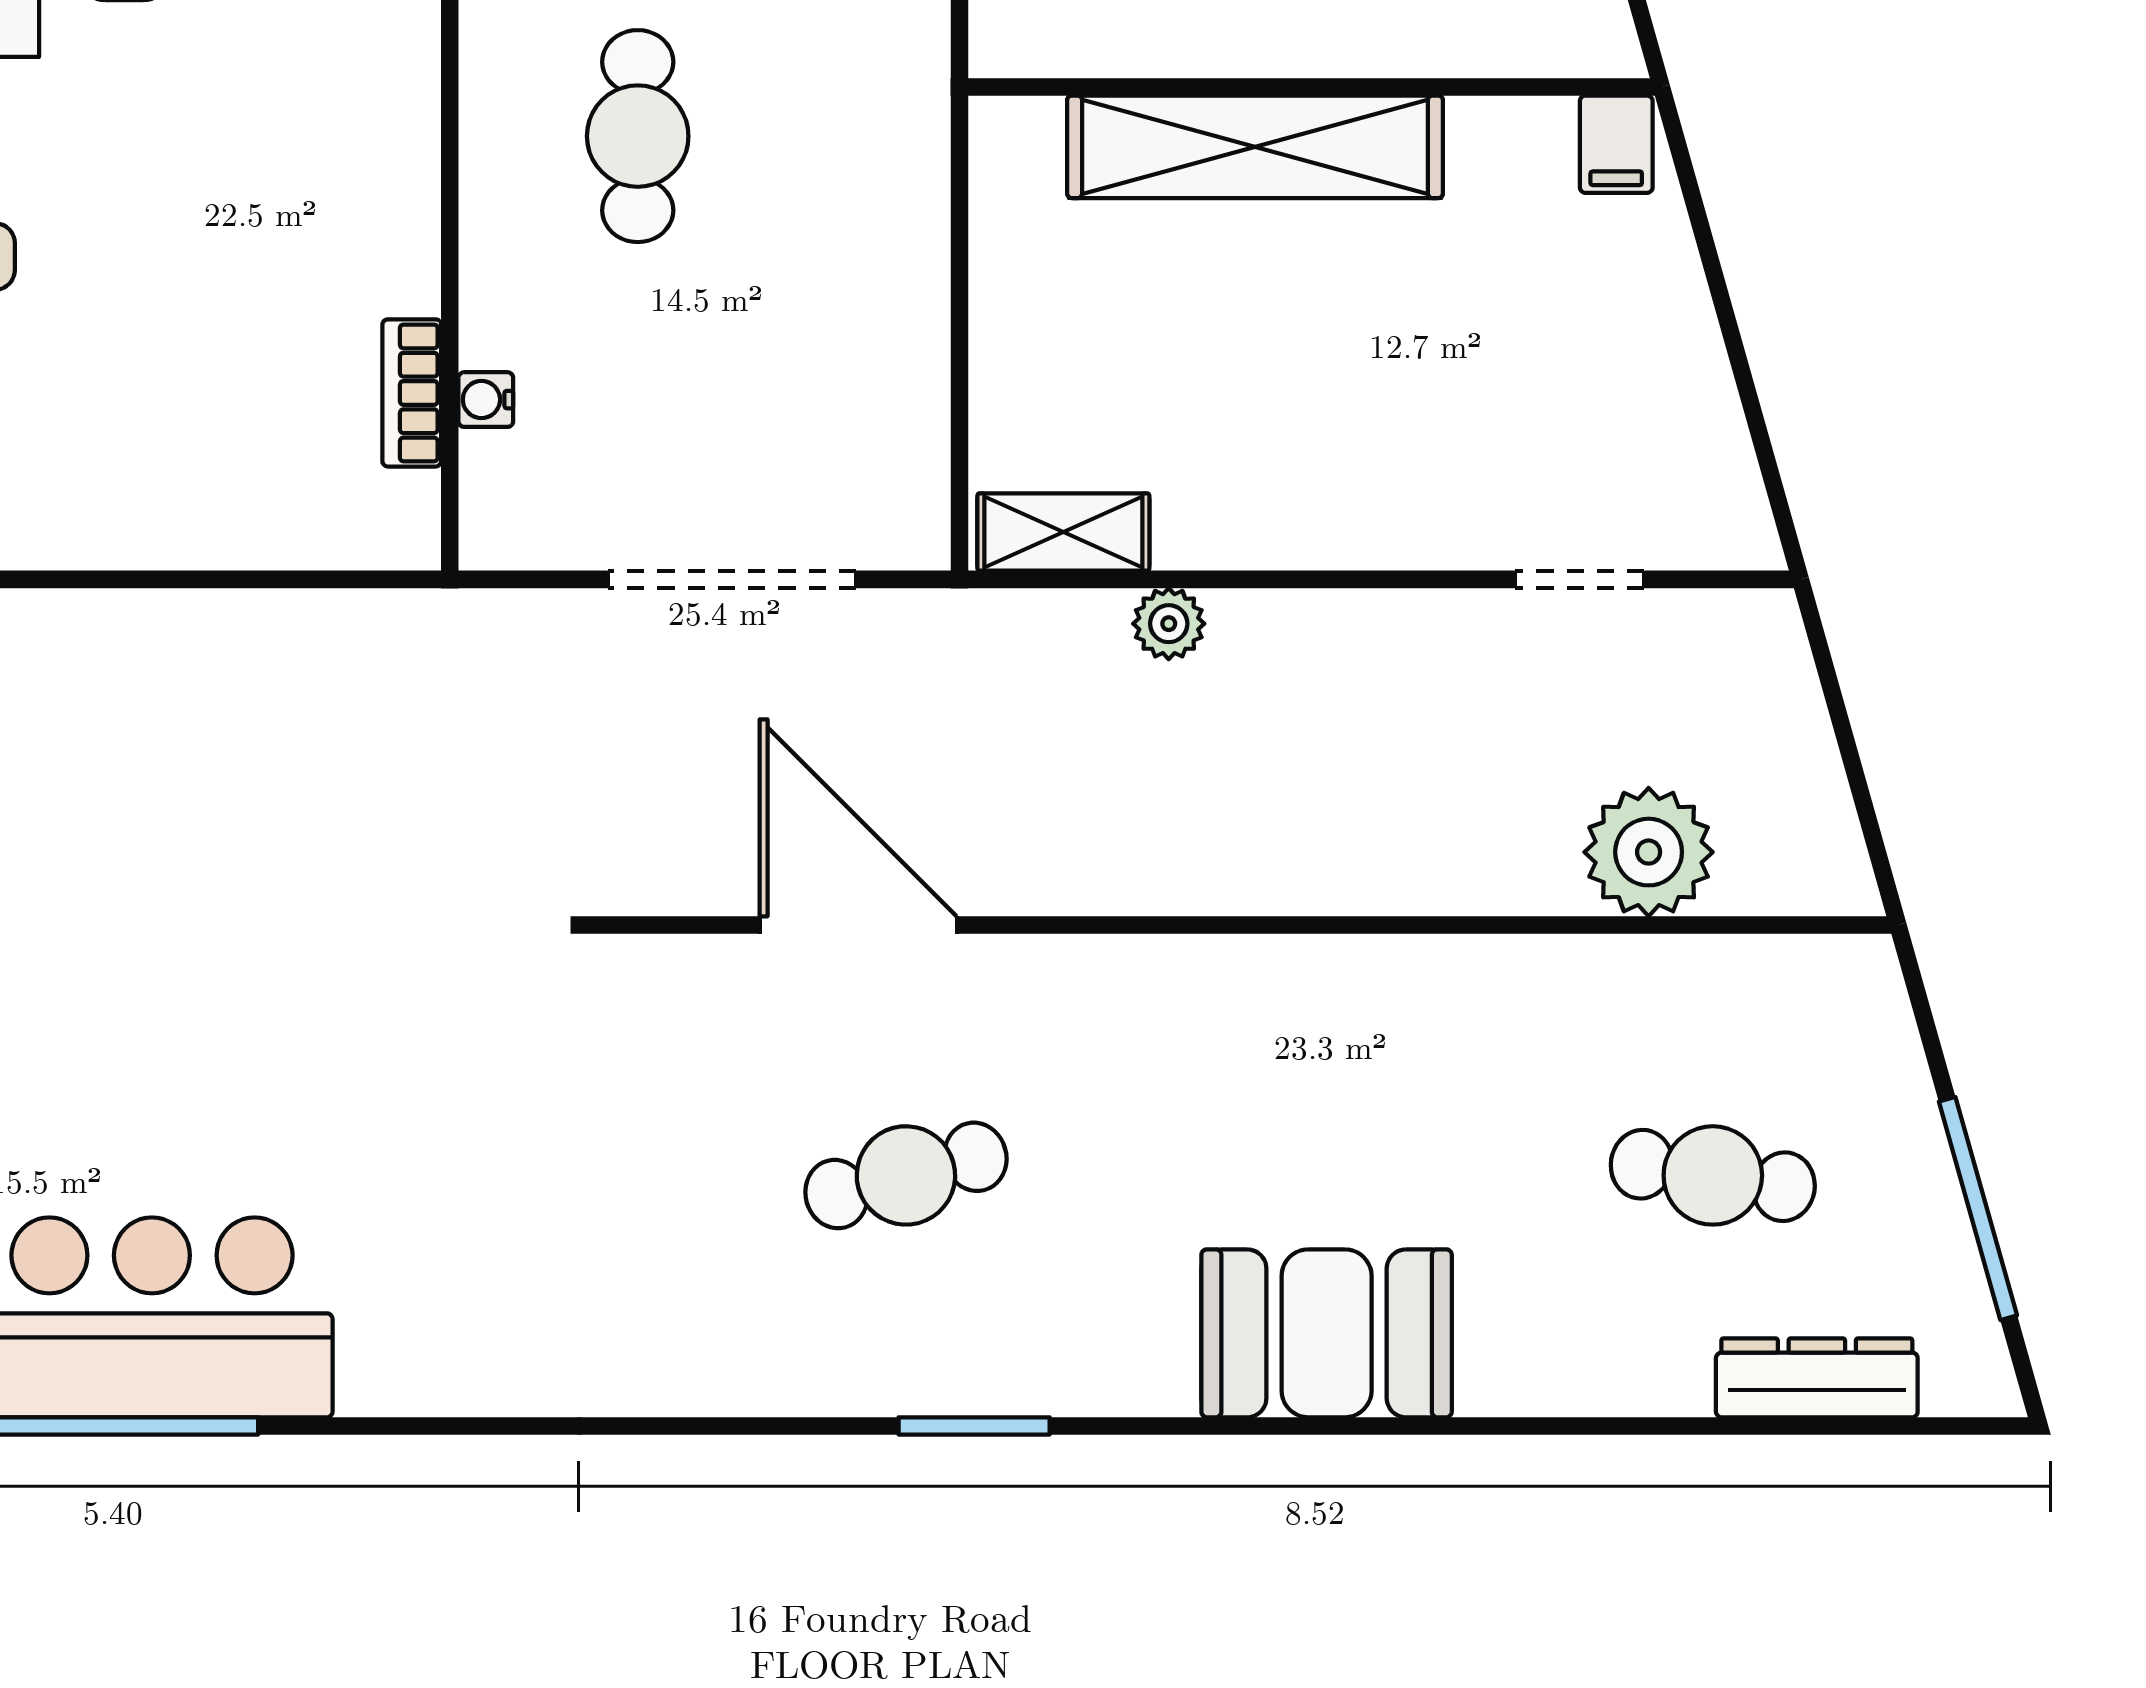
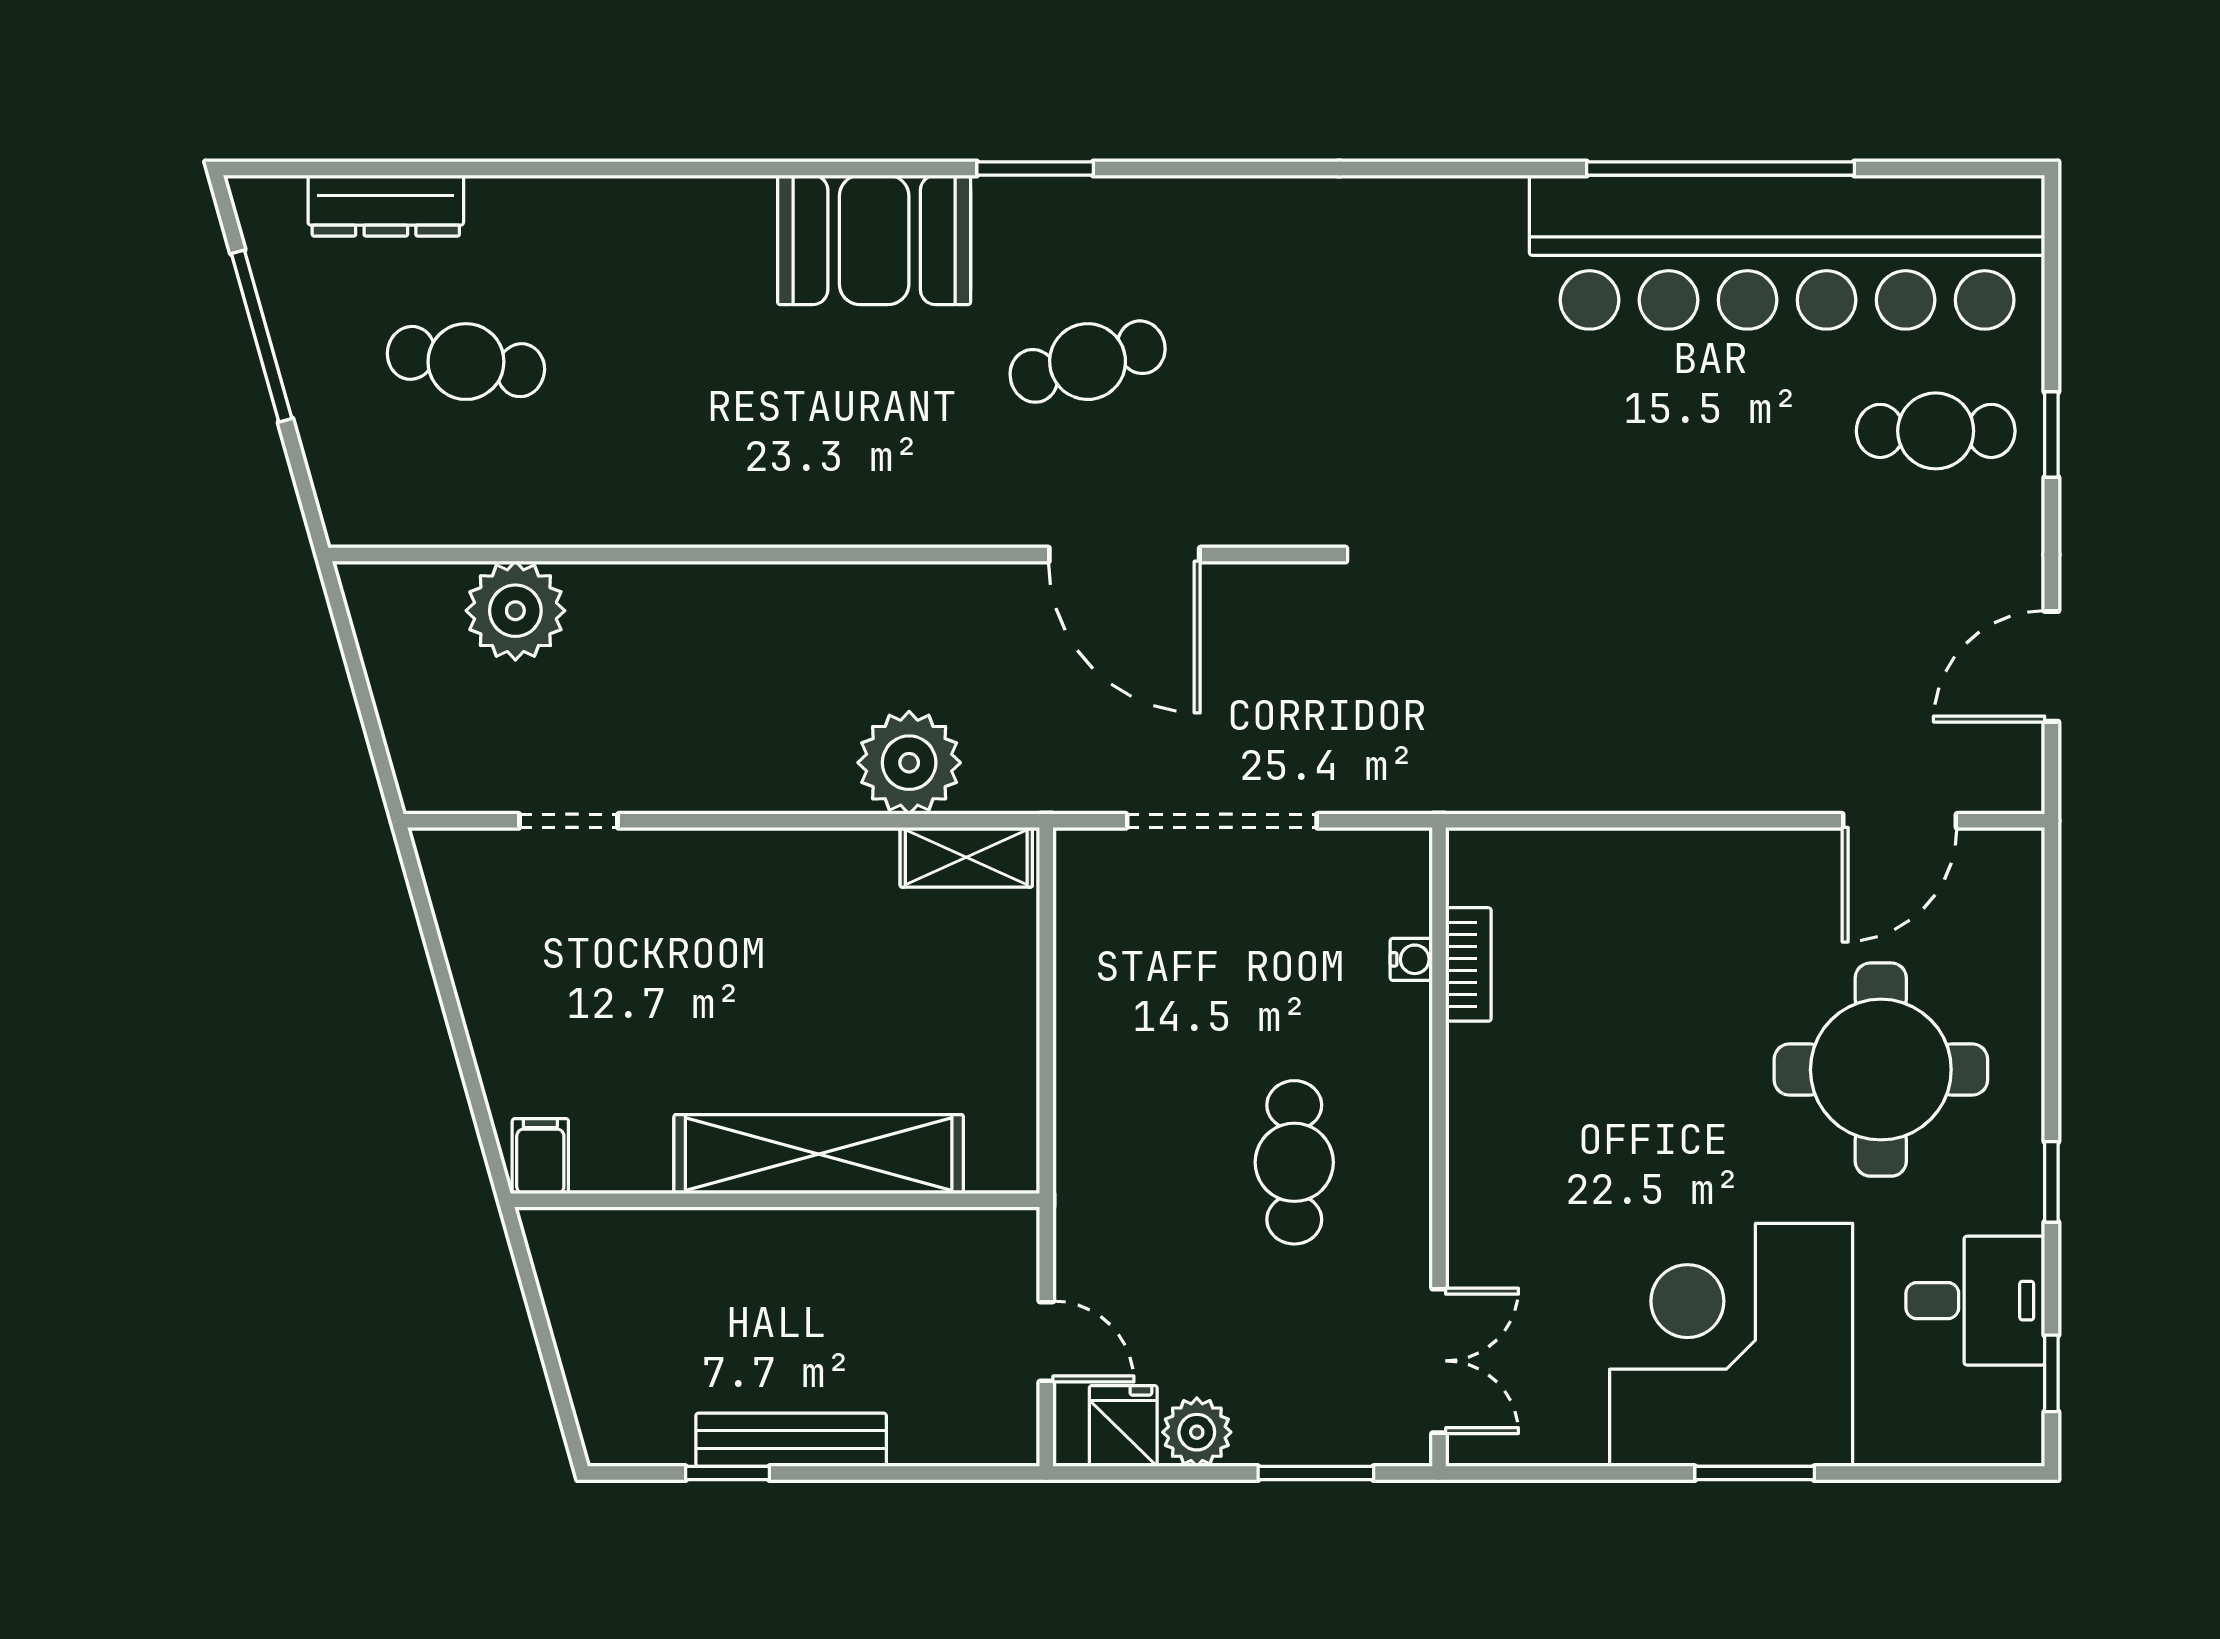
plant: (1169, 624) -> (909, 763), width x1.87, depth x1.87
booth: (1327, 1333) -> (874, 240), moved

